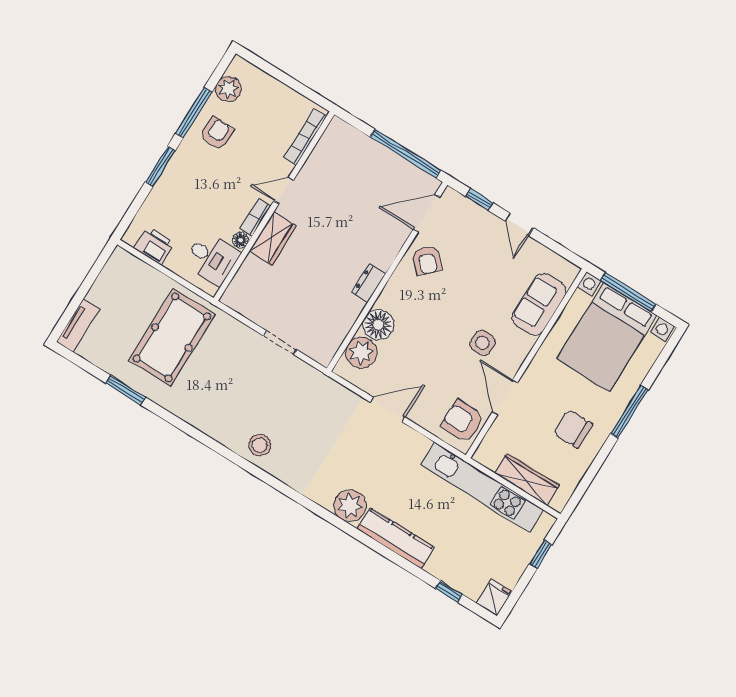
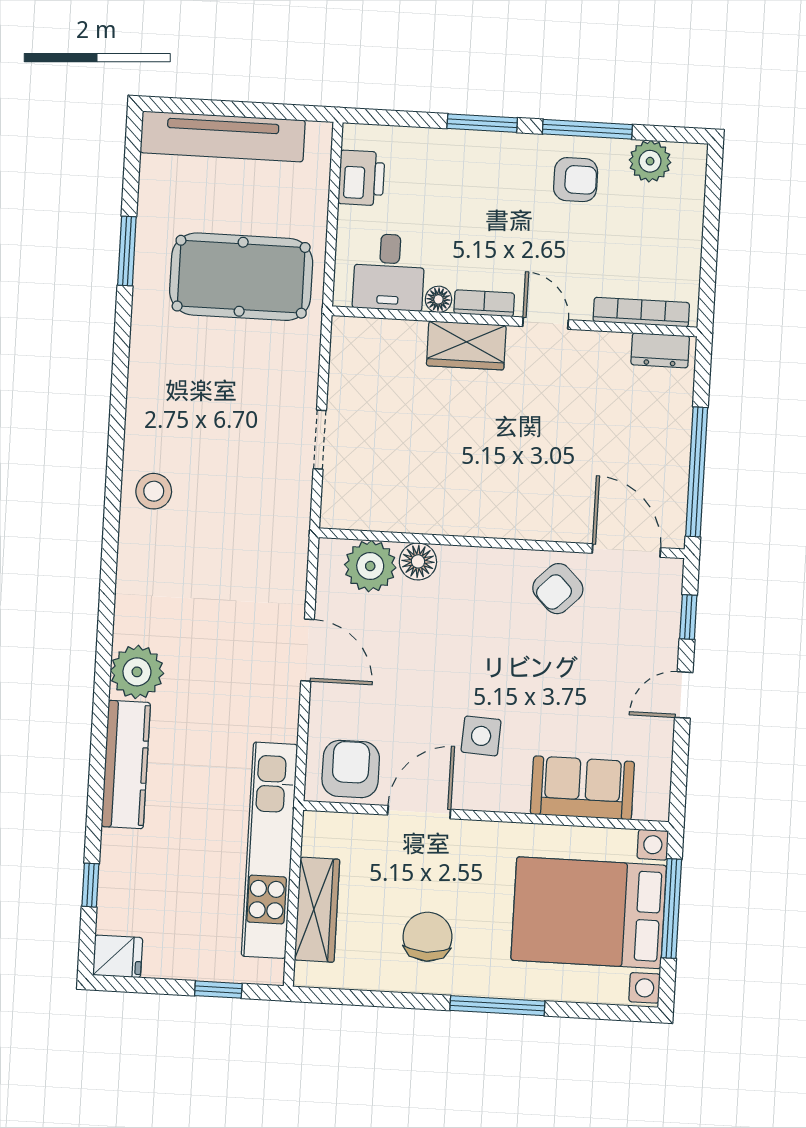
dresser: (369, 283) -> (660, 350), moved, turned 180
tv unit: (78, 325) -> (223, 136), width x1.92, depth x1.29
floor lamp: (378, 325) -> (418, 561), width x0.73, depth x0.73

